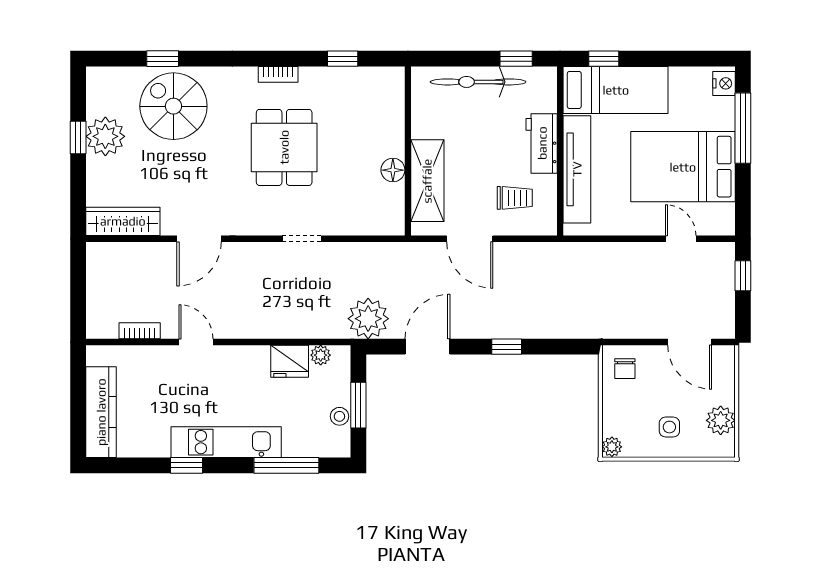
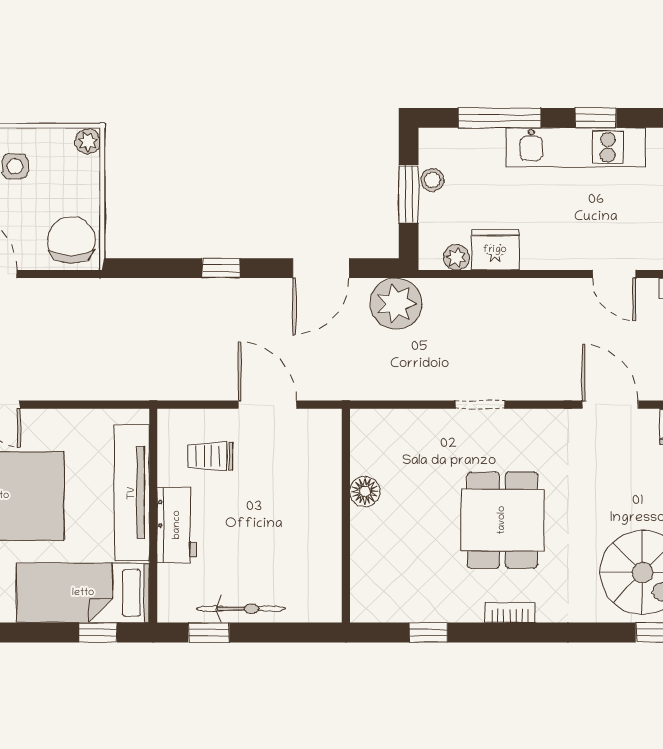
bicycle: (478, 82) -> (241, 609), width x0.73, depth x0.71
shelving: (427, 181) -> (321, 478), removed
door: (199, 239) -> (610, 405), hinge flipped
chair: (625, 369) -> (71, 240), width x1.87, depth x1.87
window: (186, 465) -> (596, 118), moved

